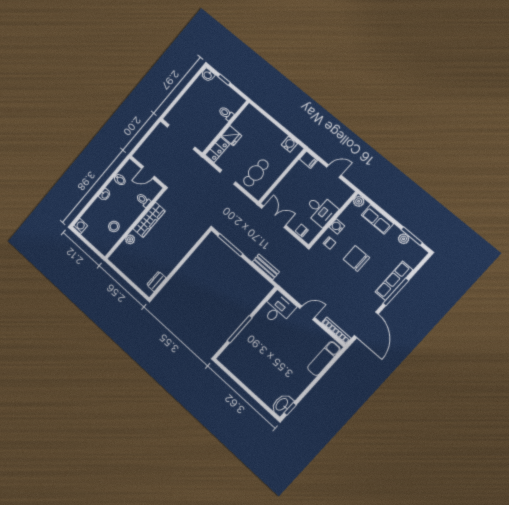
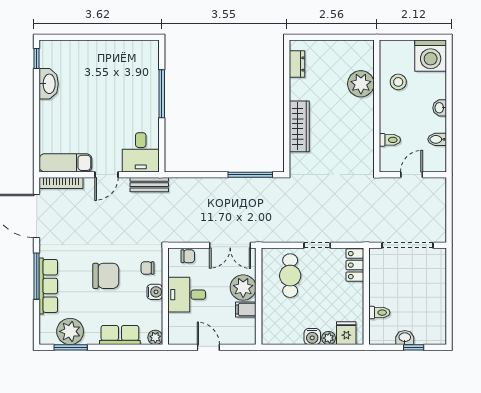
washbasin: (208, 75) -> (405, 338), moved
plant: (264, 122) -> (329, 338), added
fridge: (232, 136) -> (346, 333), moved, turned 90
water cooler: (289, 144) -> (312, 337), moved
filing cabinet: (308, 160) -> (246, 309), moved
door: (334, 171) -> (208, 347), swing flipped
plant: (287, 188) -> (243, 288), added
wardrobe: (149, 220) -> (299, 126), moved, turned 180
washing machine: (80, 226) -> (431, 56), width x1.89, depth x1.89
plant: (130, 239) -> (361, 84), width x1.88, depth x1.88
plant: (404, 239) -> (70, 331), width x1.87, depth x1.87
bench: (266, 267) -> (149, 185), moved
exam couch: (324, 359) -> (65, 163), moved, turned -90
washbasin: (282, 405) -> (49, 84), moved

